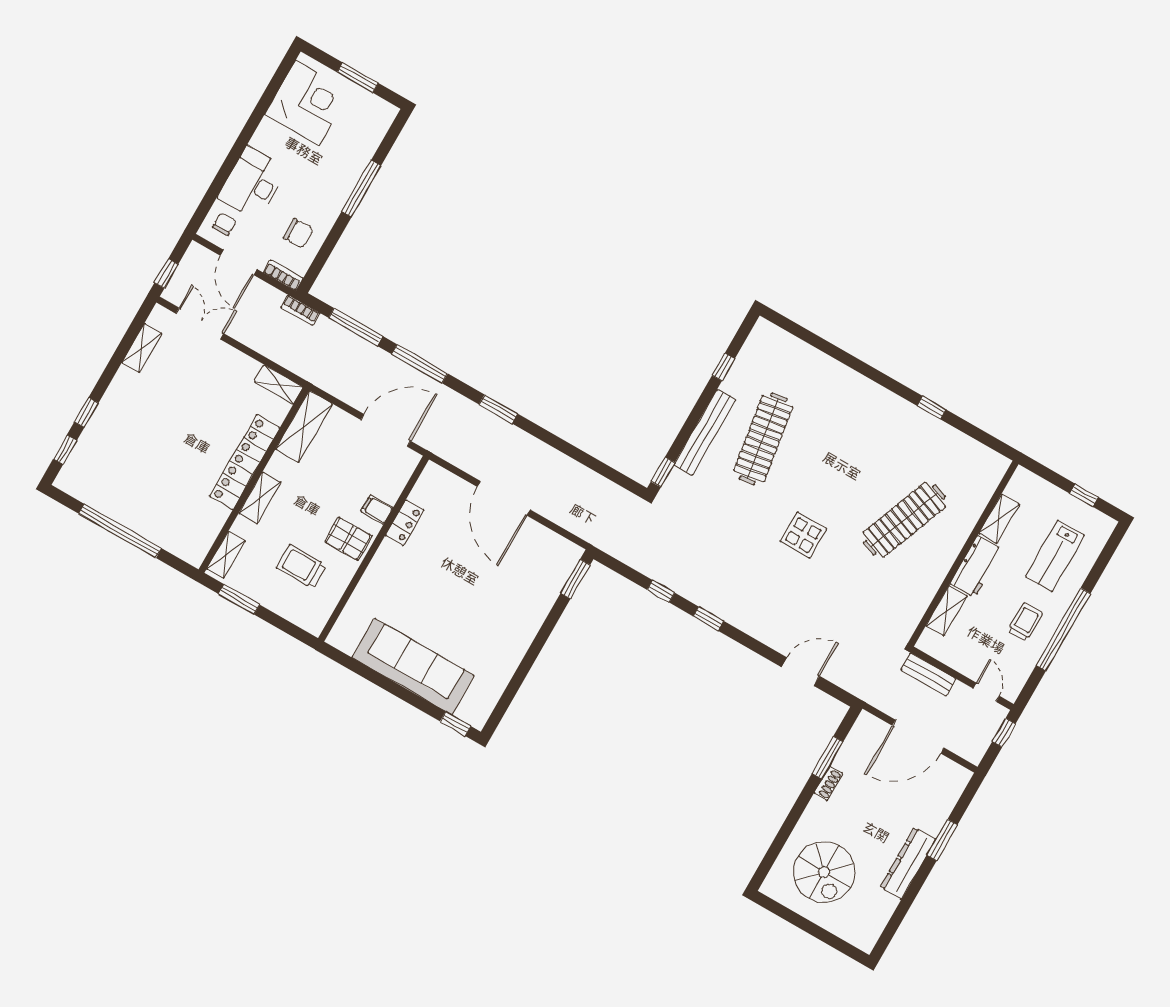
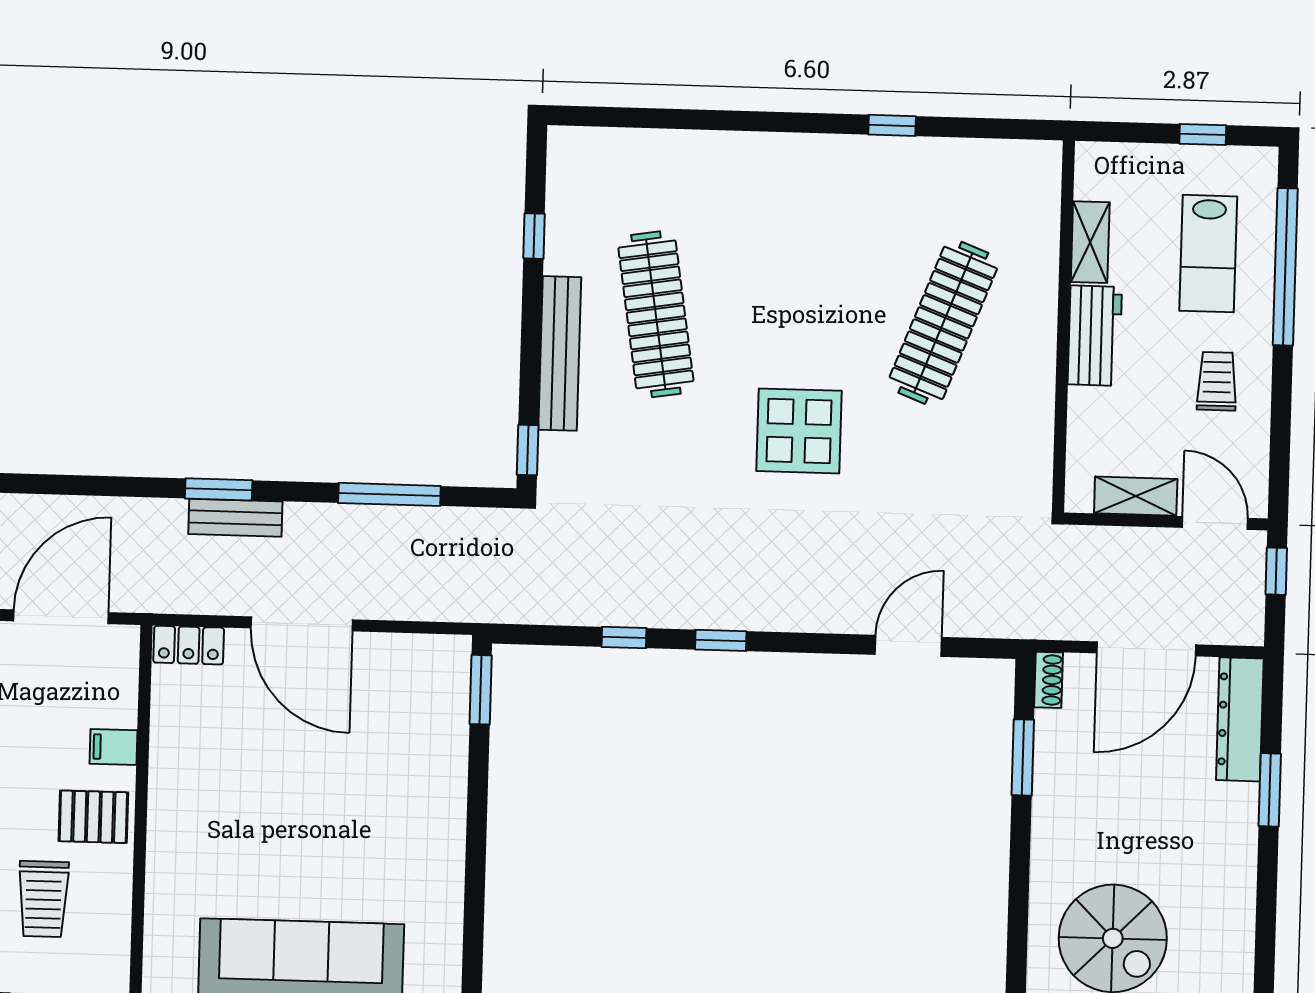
window: (420, 364) -> (389, 494), moved
locker: (405, 523) -> (189, 645), moved, turned 90
display table: (803, 535) -> (799, 431), width x1.36, depth x1.36
trolley: (301, 566) -> (43, 899), turned -90
shelving: (946, 611) -> (1136, 496), moved, turned 90
window: (1063, 629) -> (1285, 267), moved
bench: (928, 674) -> (235, 518), moved
door: (986, 692) -> (1215, 523), width x1.38
shoe rack: (828, 783) -> (1048, 680), moved
dresser: (908, 863) -> (1240, 719), moved

